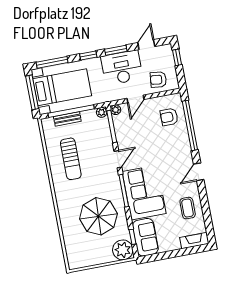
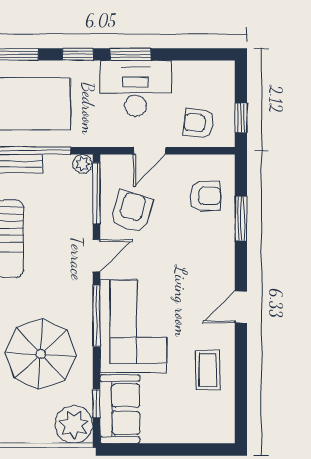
door: (146, 45) -> (189, 54), removed
window: (177, 57) -> (241, 118), moved
plant: (116, 110) -> (109, 164), removed
armchair: (169, 117) -> (205, 196), turned 180
window: (190, 125) -> (241, 219), width x0.47
armchair: (132, 132) -> (131, 211), added
fireplace: (194, 241) -> (209, 432), removed

